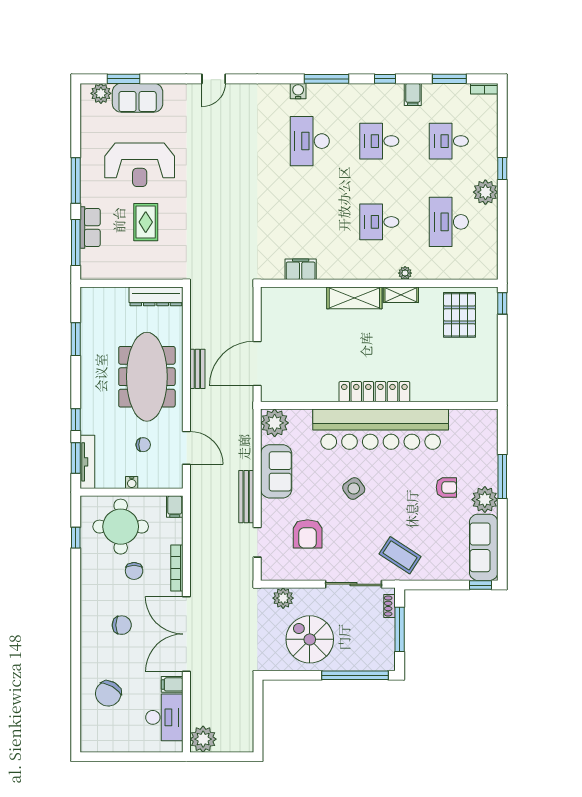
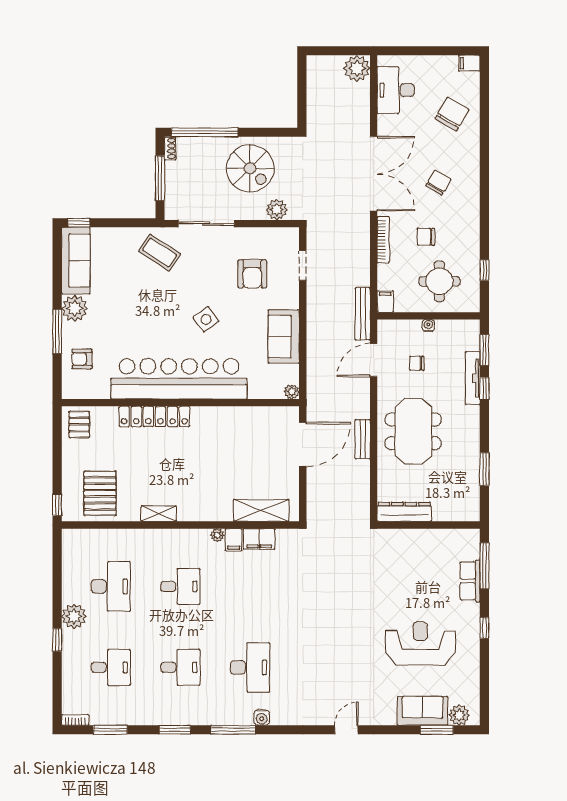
window: (385, 79) -> (175, 730), width x1.50
filing cabinet: (413, 94) -> (234, 540), moved, turned 180
window: (76, 181) -> (484, 628), width x0.46
rug: (146, 222) -> (414, 586), removed
plant: (405, 273) -> (217, 535), moved
shelving: (354, 298) -> (261, 510), moved
meeting table: (147, 377) -> (413, 431), width x0.73
pallet: (480, 384) -> (79, 424), added
locker: (374, 392) -> (154, 416), moved
plant: (275, 423) -> (292, 392), width x0.53, depth x0.53
door: (186, 448) -> (374, 360), hinge flipped
tv unit: (87, 462) -> (473, 378), moved
armchair: (446, 487) -> (82, 359), moved
bench: (246, 497) -> (363, 314), moved
round table: (121, 527) -> (439, 281), width x0.73, depth x0.73
armchair: (308, 534) -> (252, 274), turned 180
chair: (134, 571) -> (426, 237), turned -90
shoe rack: (390, 606) -> (170, 149), moved
chair: (122, 625) -> (438, 183), turned 121
filing cabinet: (172, 684) -> (469, 63), moved, turned 180

